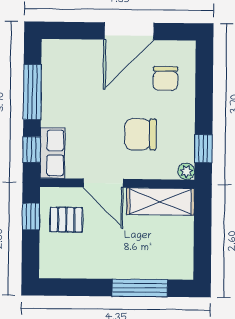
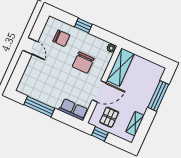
door: (129, 31) -> (30, 46), width x0.53
window: (32, 149) -> (67, 119), removed
window: (203, 149) -> (83, 26), moved
shelving: (75, 269) -> (135, 124), added

